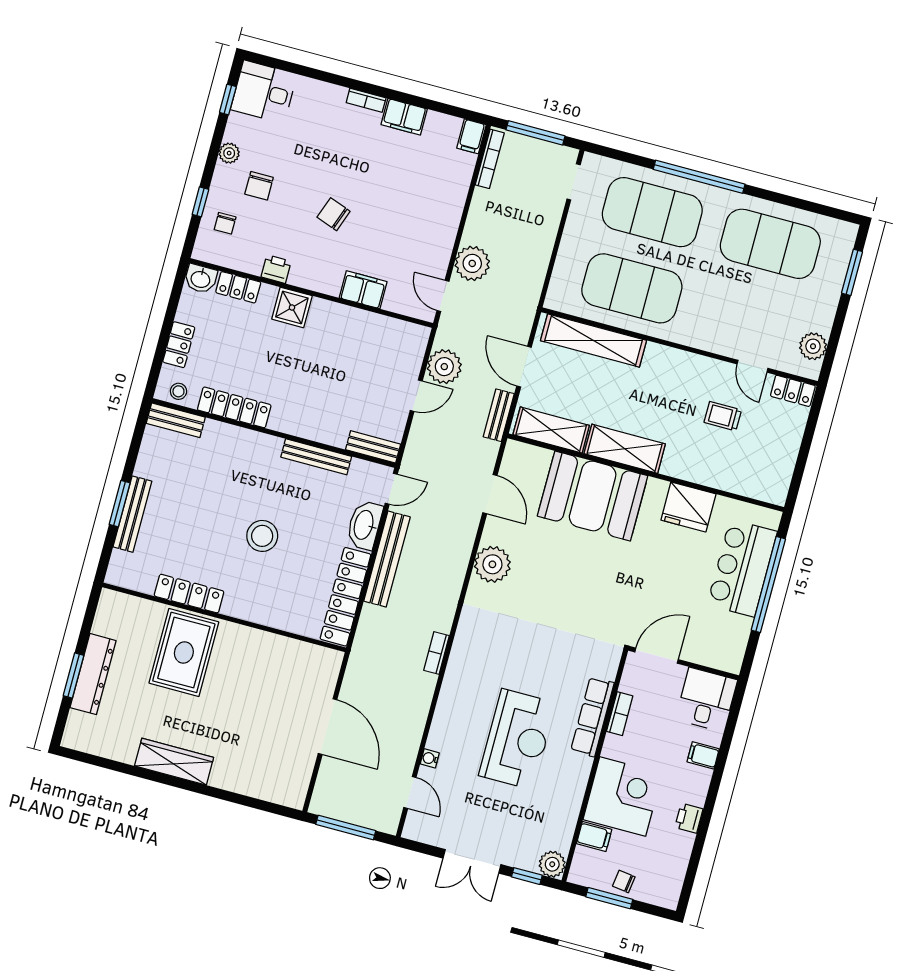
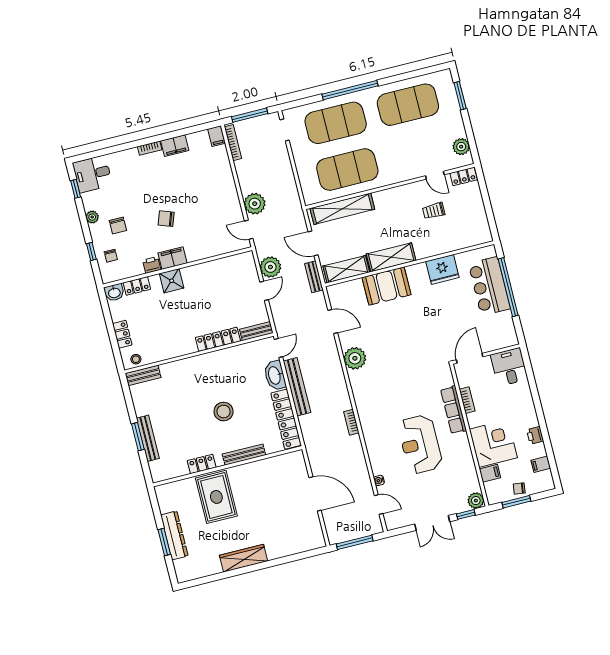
filing cabinet: (363, 290) -> (173, 258), moved
locker: (234, 407) -> (218, 339), moved
bench: (316, 457) -> (244, 455), moved
booth: (593, 496) -> (387, 286), width x0.73, depth x0.70
locker: (189, 594) -> (202, 464), width x0.66
reception desk: (517, 739) -> (420, 444), turned 180
filing cabinet: (703, 755) -> (541, 464), moved

